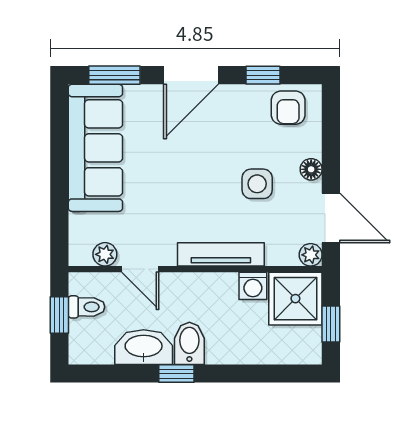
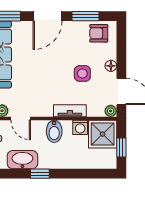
window: (263, 75) -> (85, 16), width x1.50
armchair: (288, 108) -> (99, 33), turned 90
tv unit: (221, 254) -> (70, 111), width x0.71
bidet: (189, 343) -> (54, 131), moved, turned 180

